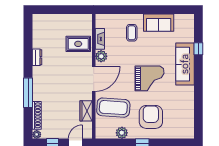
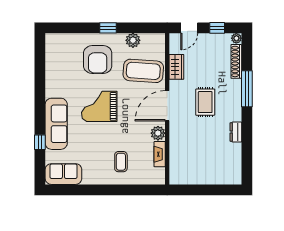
sofa: (159, 23) -> (63, 174), moved
rug: (78, 44) -> (205, 102), moved, turned 90

